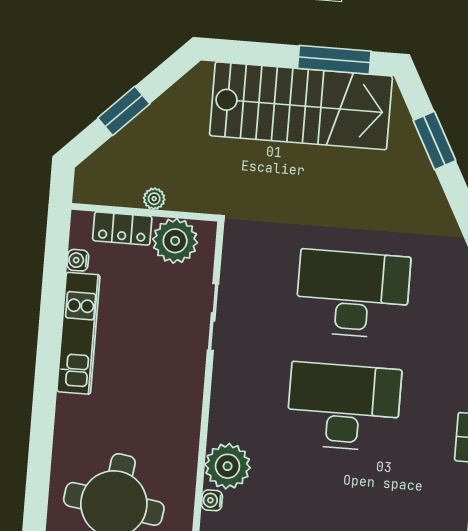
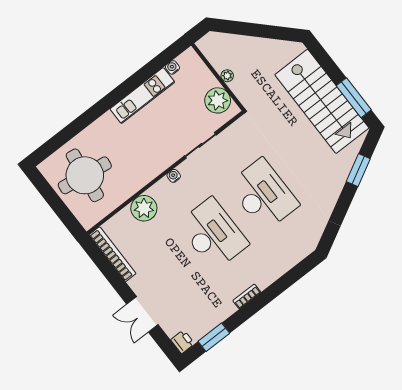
window: (124, 111) -> (252, 30), removed
locker: (122, 228) -> (203, 74), removed
water cooler: (212, 500) -> (174, 176), moved

